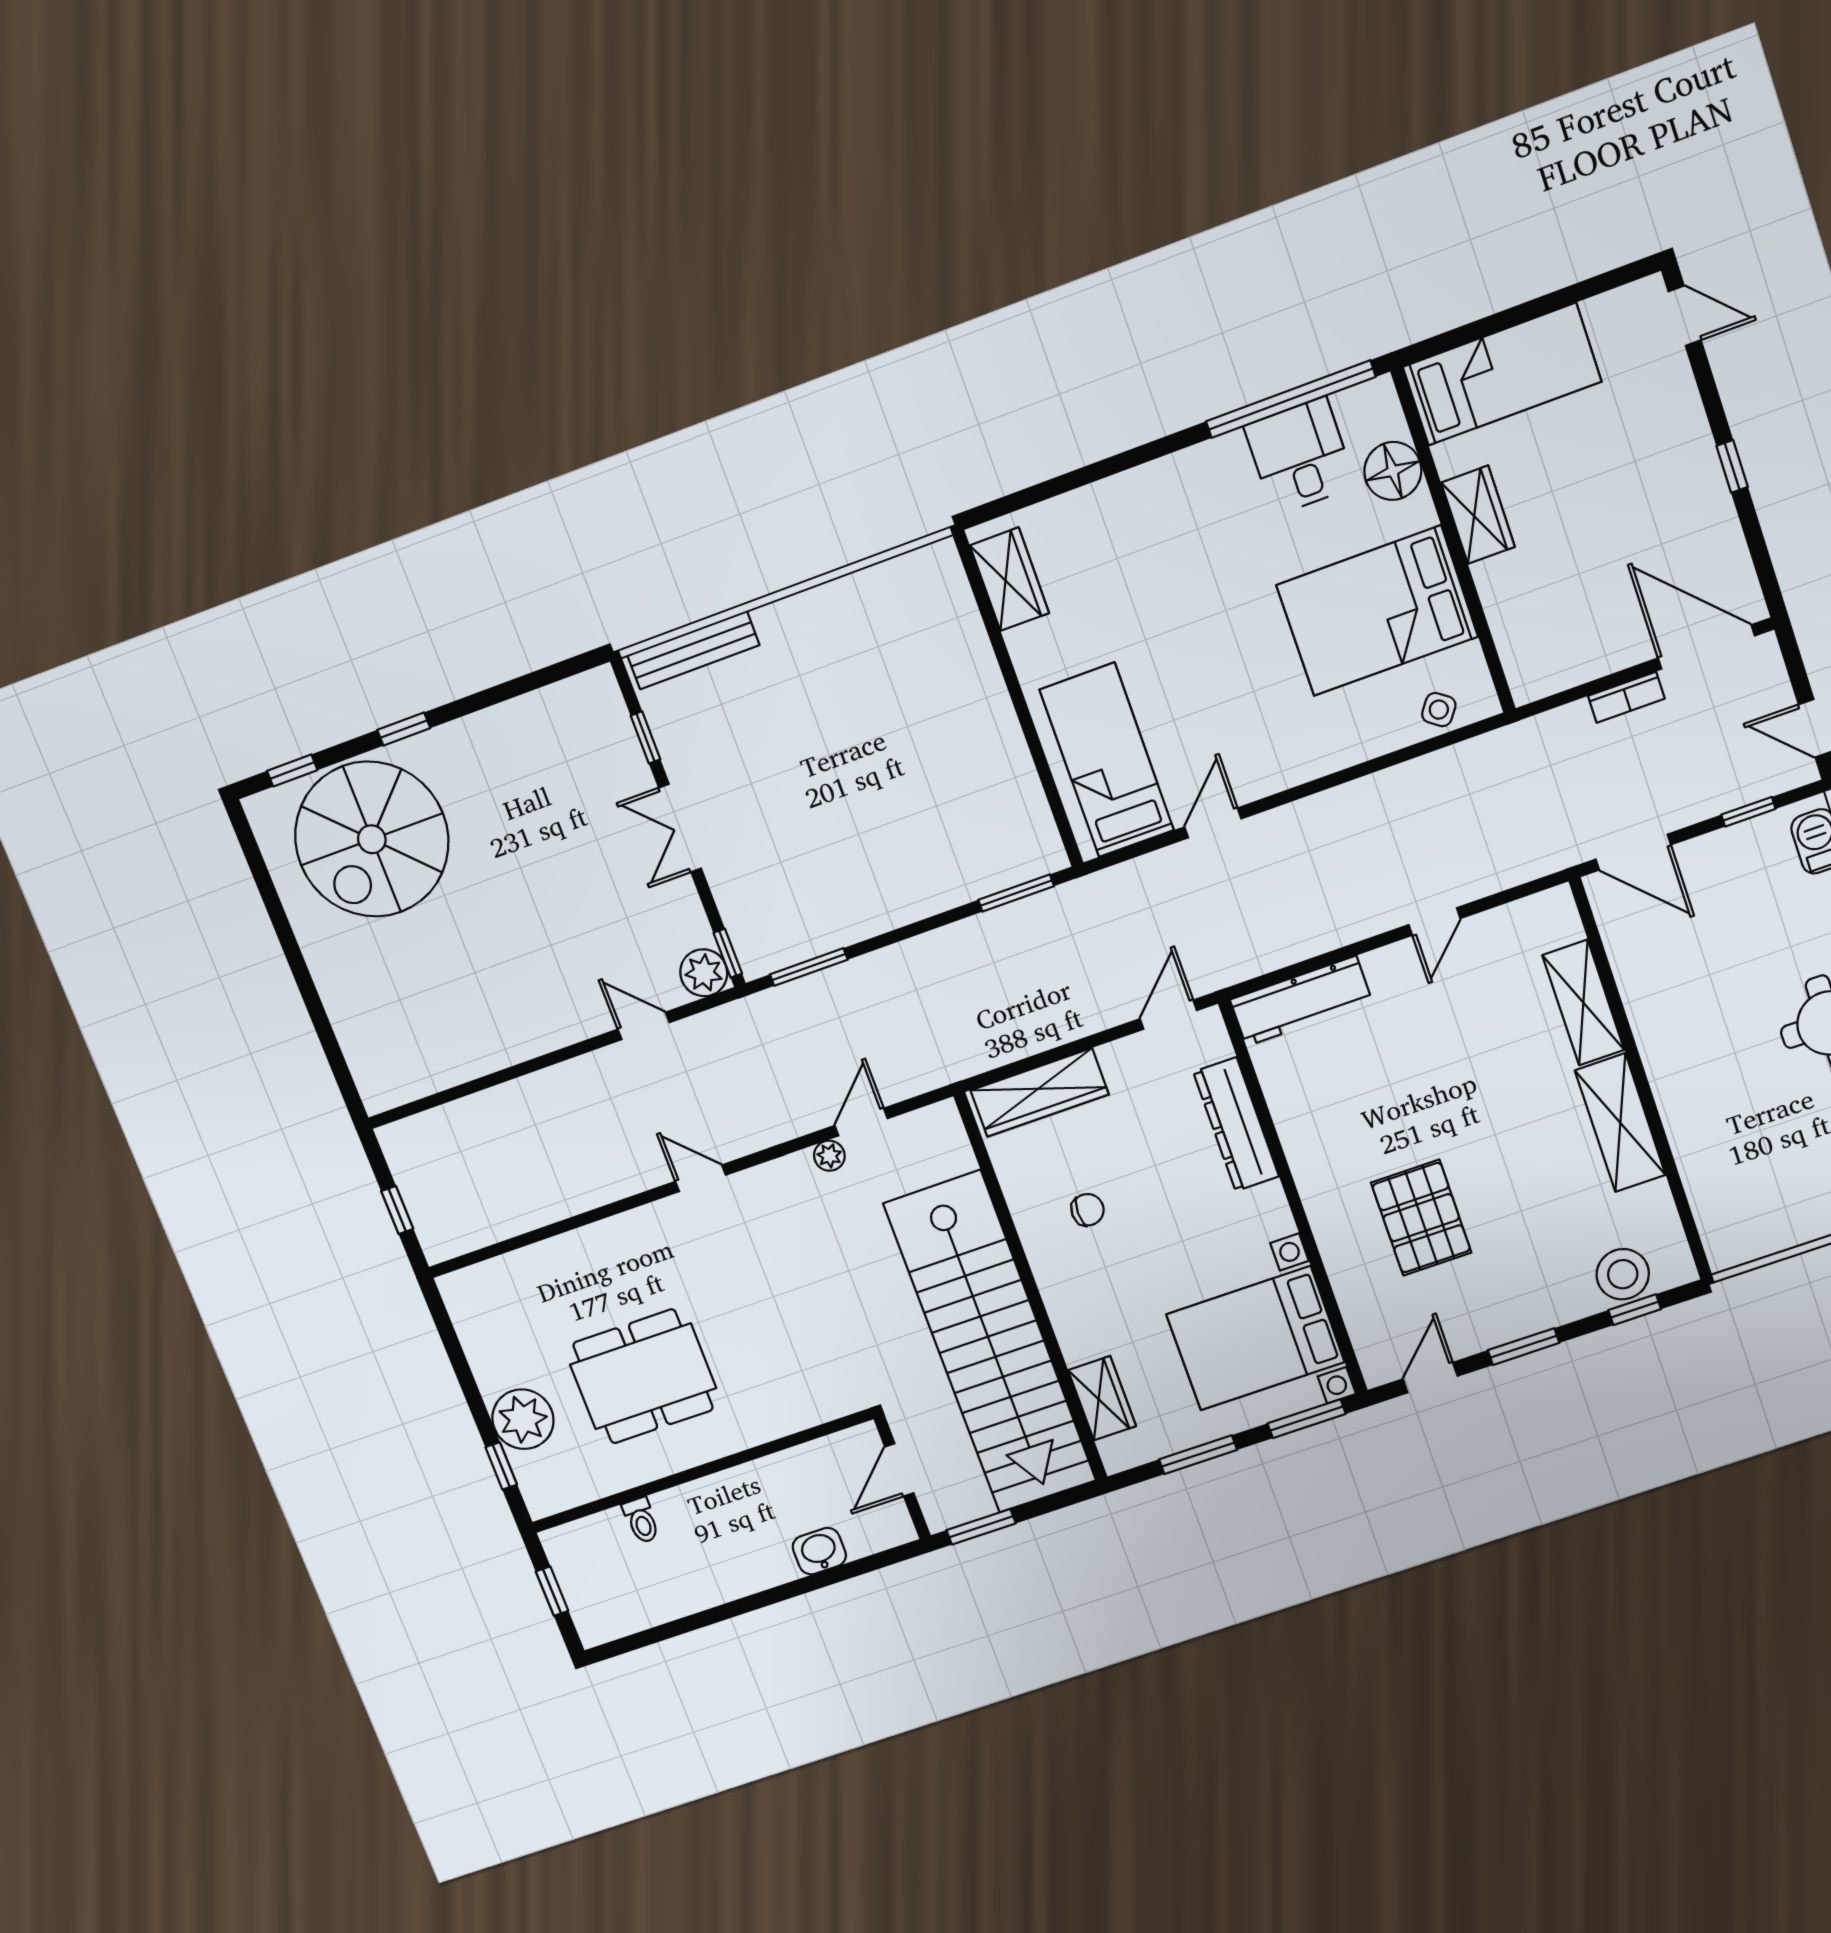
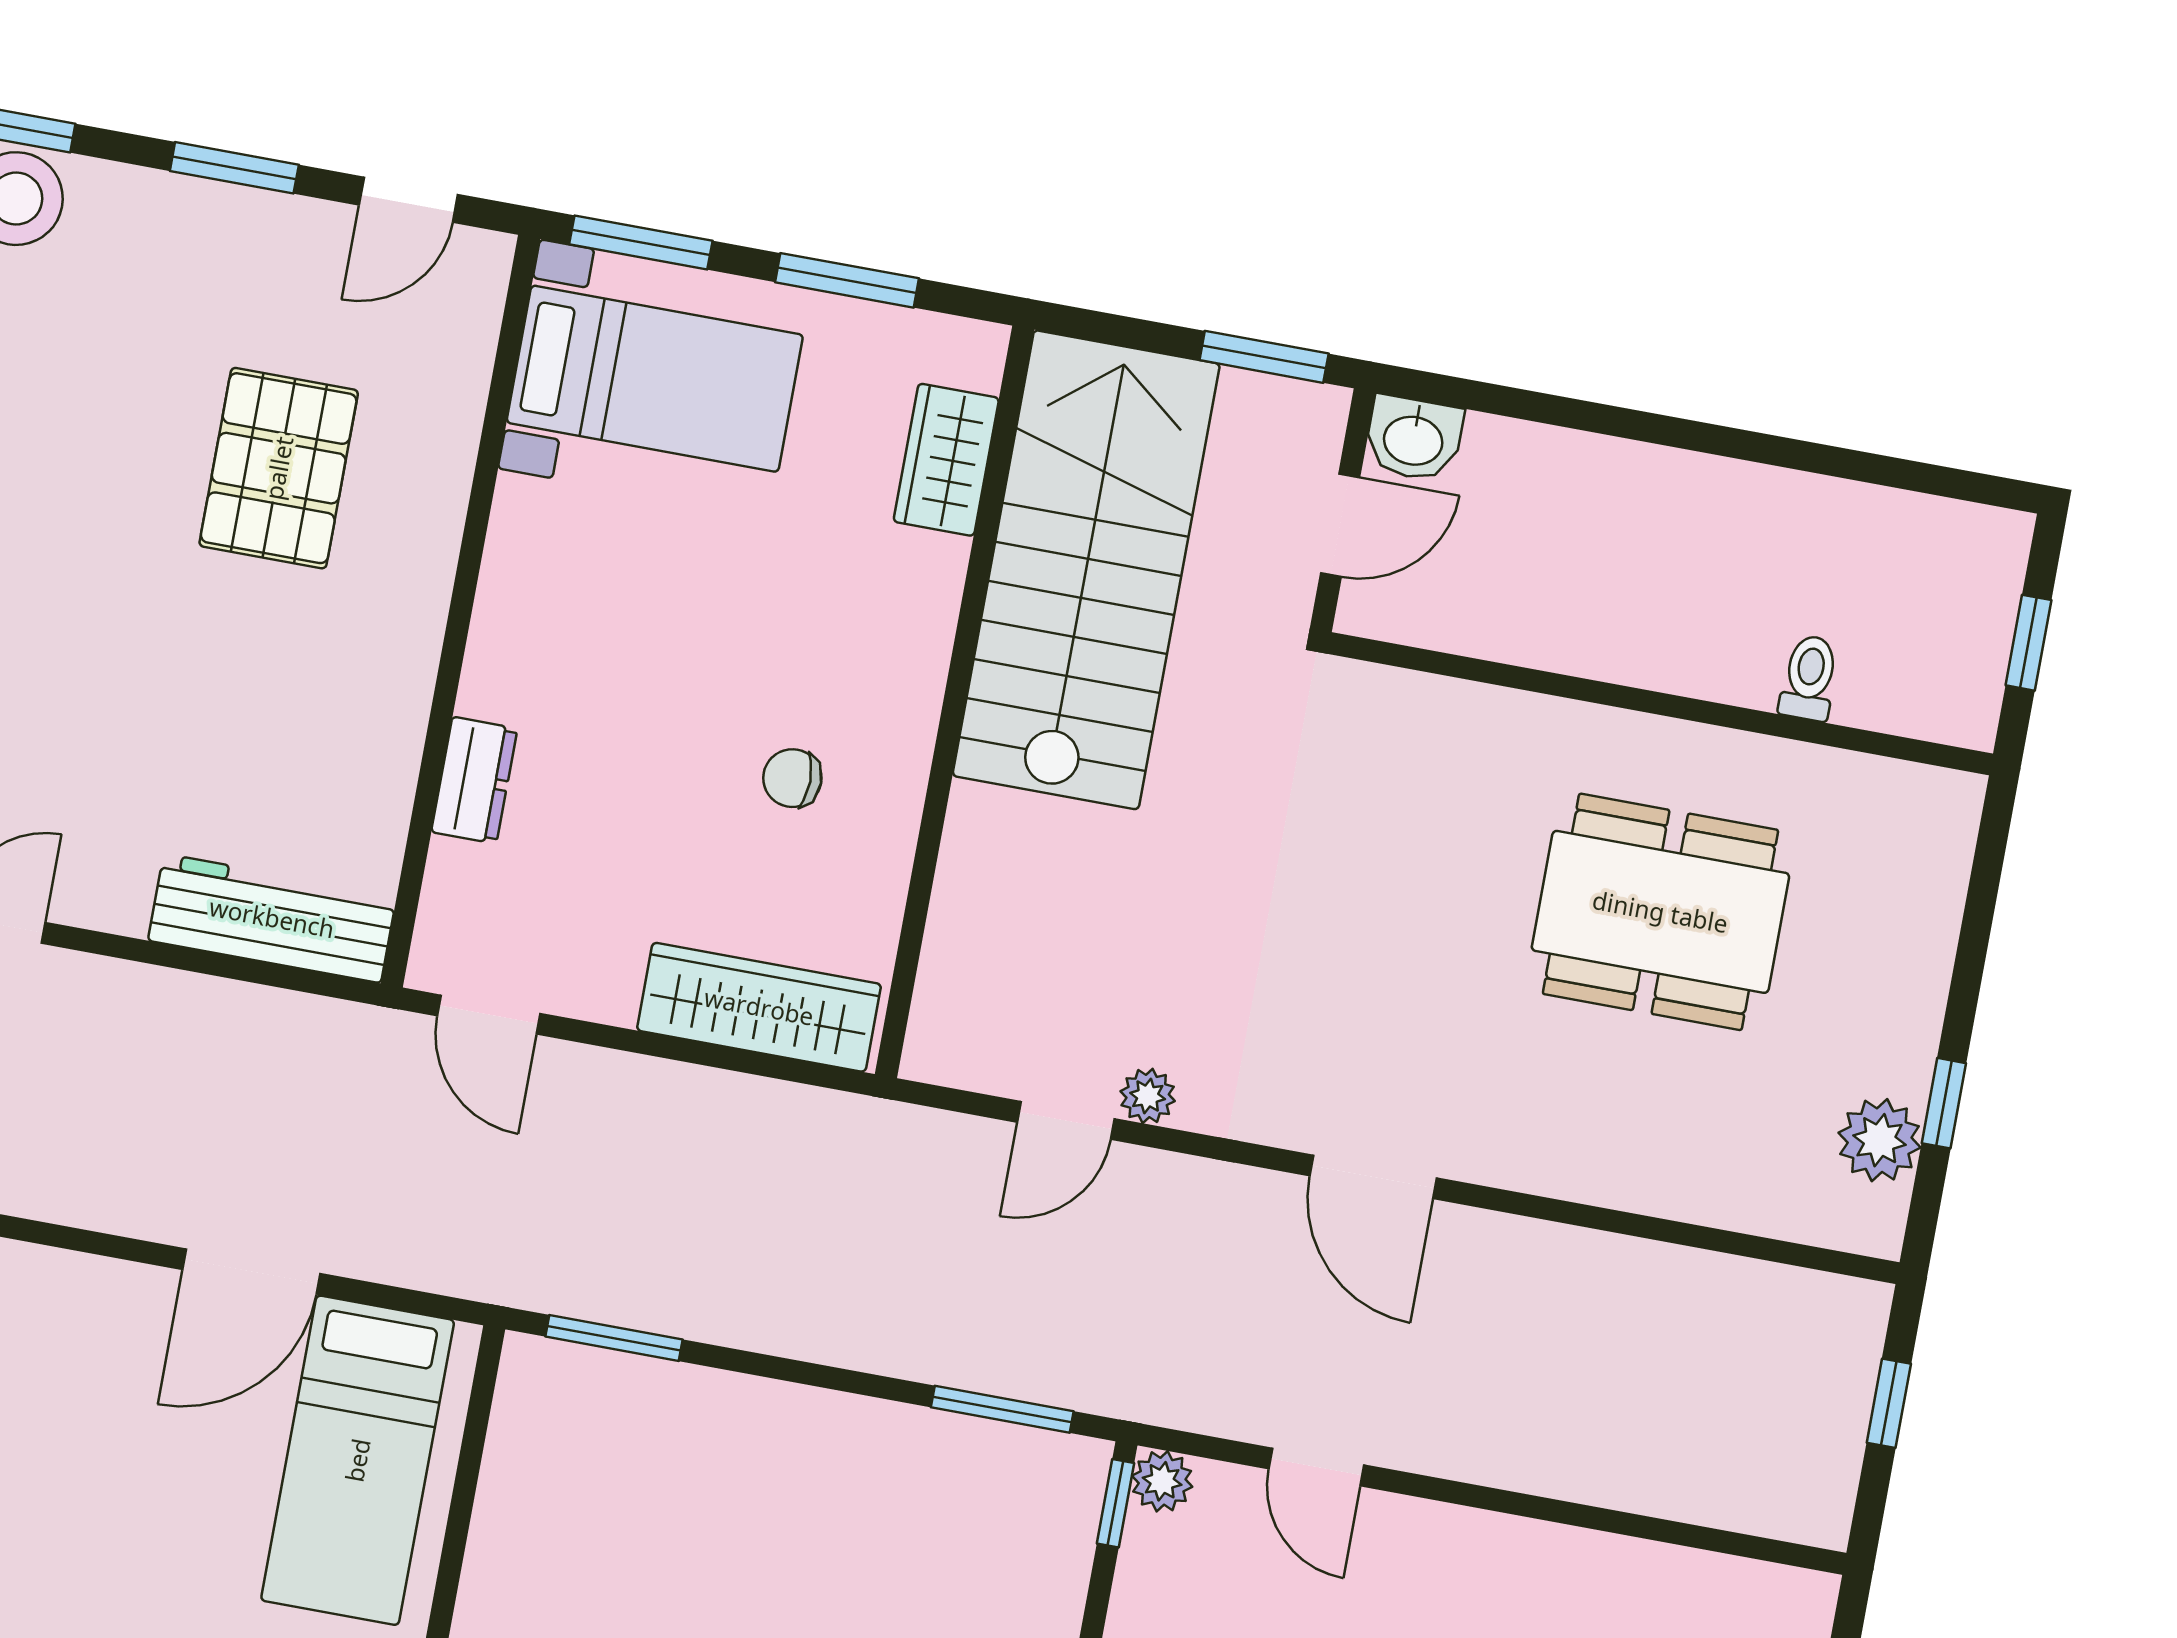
door: (1213, 823) -> (251, 1271), width x1.38
plant: (704, 973) -> (1162, 1481), width x0.73, depth x0.73
door: (1168, 1015) -> (489, 1015), hinge flipped
dresser: (1236, 1124) -> (474, 780), width x0.51, depth x0.80
door: (701, 1178) -> (1373, 1177), width x1.38
bed with nightstands: (1255, 1338) -> (655, 379), width x0.73
stairs: (990, 1343) -> (1086, 570), width x0.73
plant: (523, 1419) -> (1880, 1140), moved, width x0.73, depth x0.73
window: (501, 1466) -> (1944, 1103), moved
washbasin: (819, 1551) -> (1414, 438), moved

